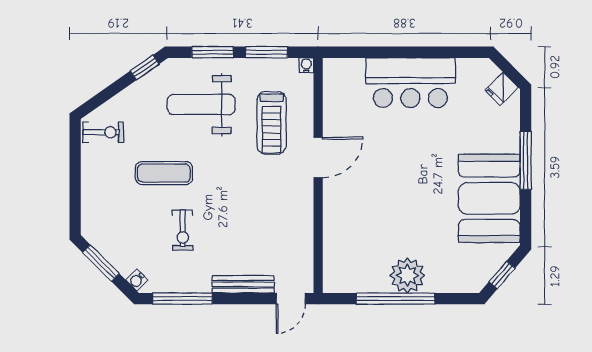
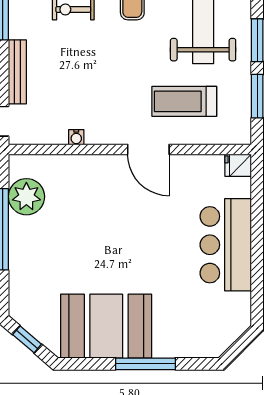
water cooler: (306, 65) -> (76, 137), moved, turned 90
fridge: (502, 89) -> (238, 165), moved, turned -45
plant: (407, 276) -> (26, 197), moved

